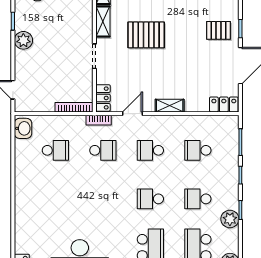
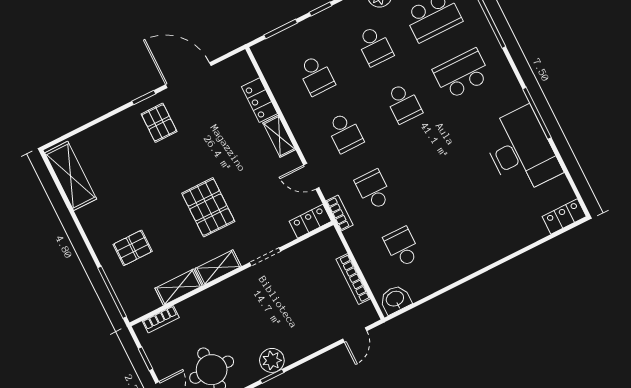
plant: (23, 40) -> (272, 360), moved
locker: (224, 104) -> (259, 100), moved
bookcase: (74, 107) -> (353, 279), moved

